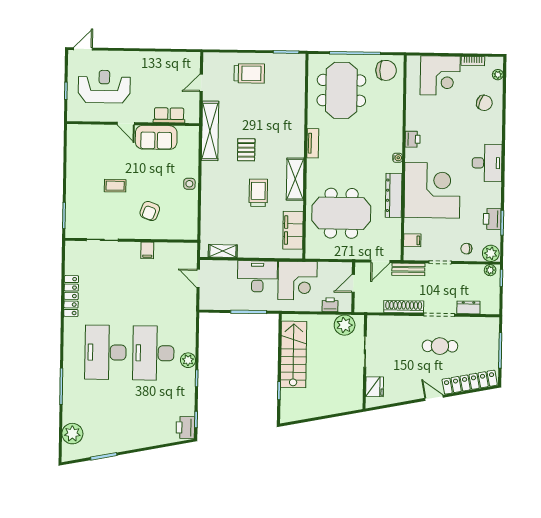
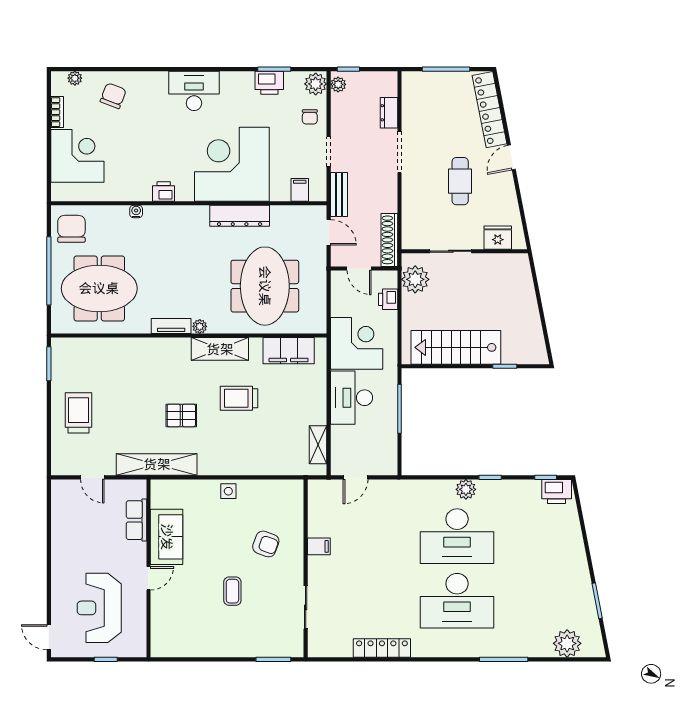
water cooler: (398, 158) -> (136, 212), moved
plant: (312, 164) -> (200, 326), added
shoe rack: (404, 307) -> (389, 240), moved
cafe table: (440, 346) -> (460, 181), moved

